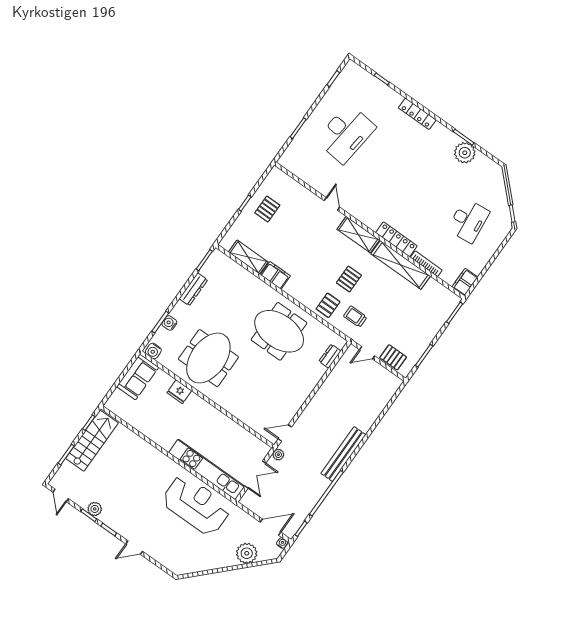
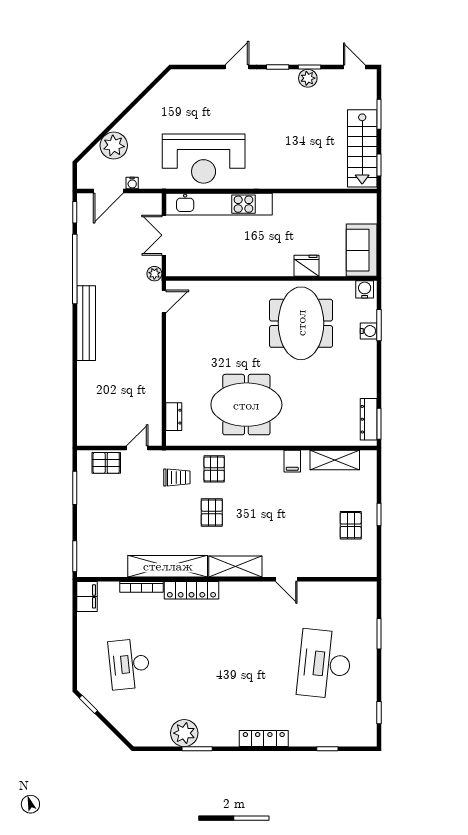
filing cabinet: (275, 275) -> (292, 461), width x0.50
dresser: (193, 289) -> (369, 419), moved
water cooler: (282, 543) -> (132, 183), moved

